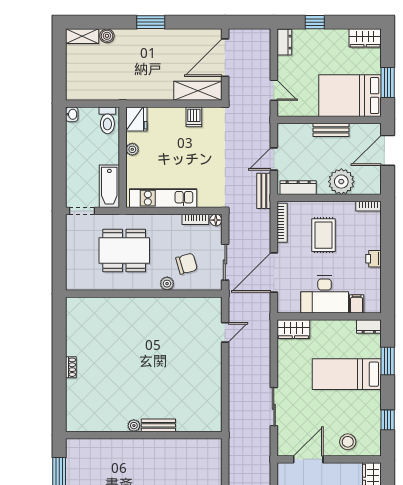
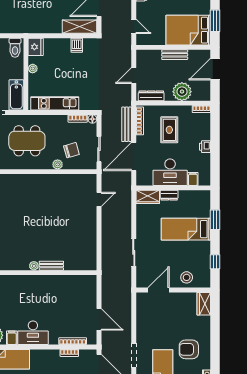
bench: (264, 191) -> (127, 124), moved, width x1.36
dresser: (369, 327) -> (169, 195), moved

